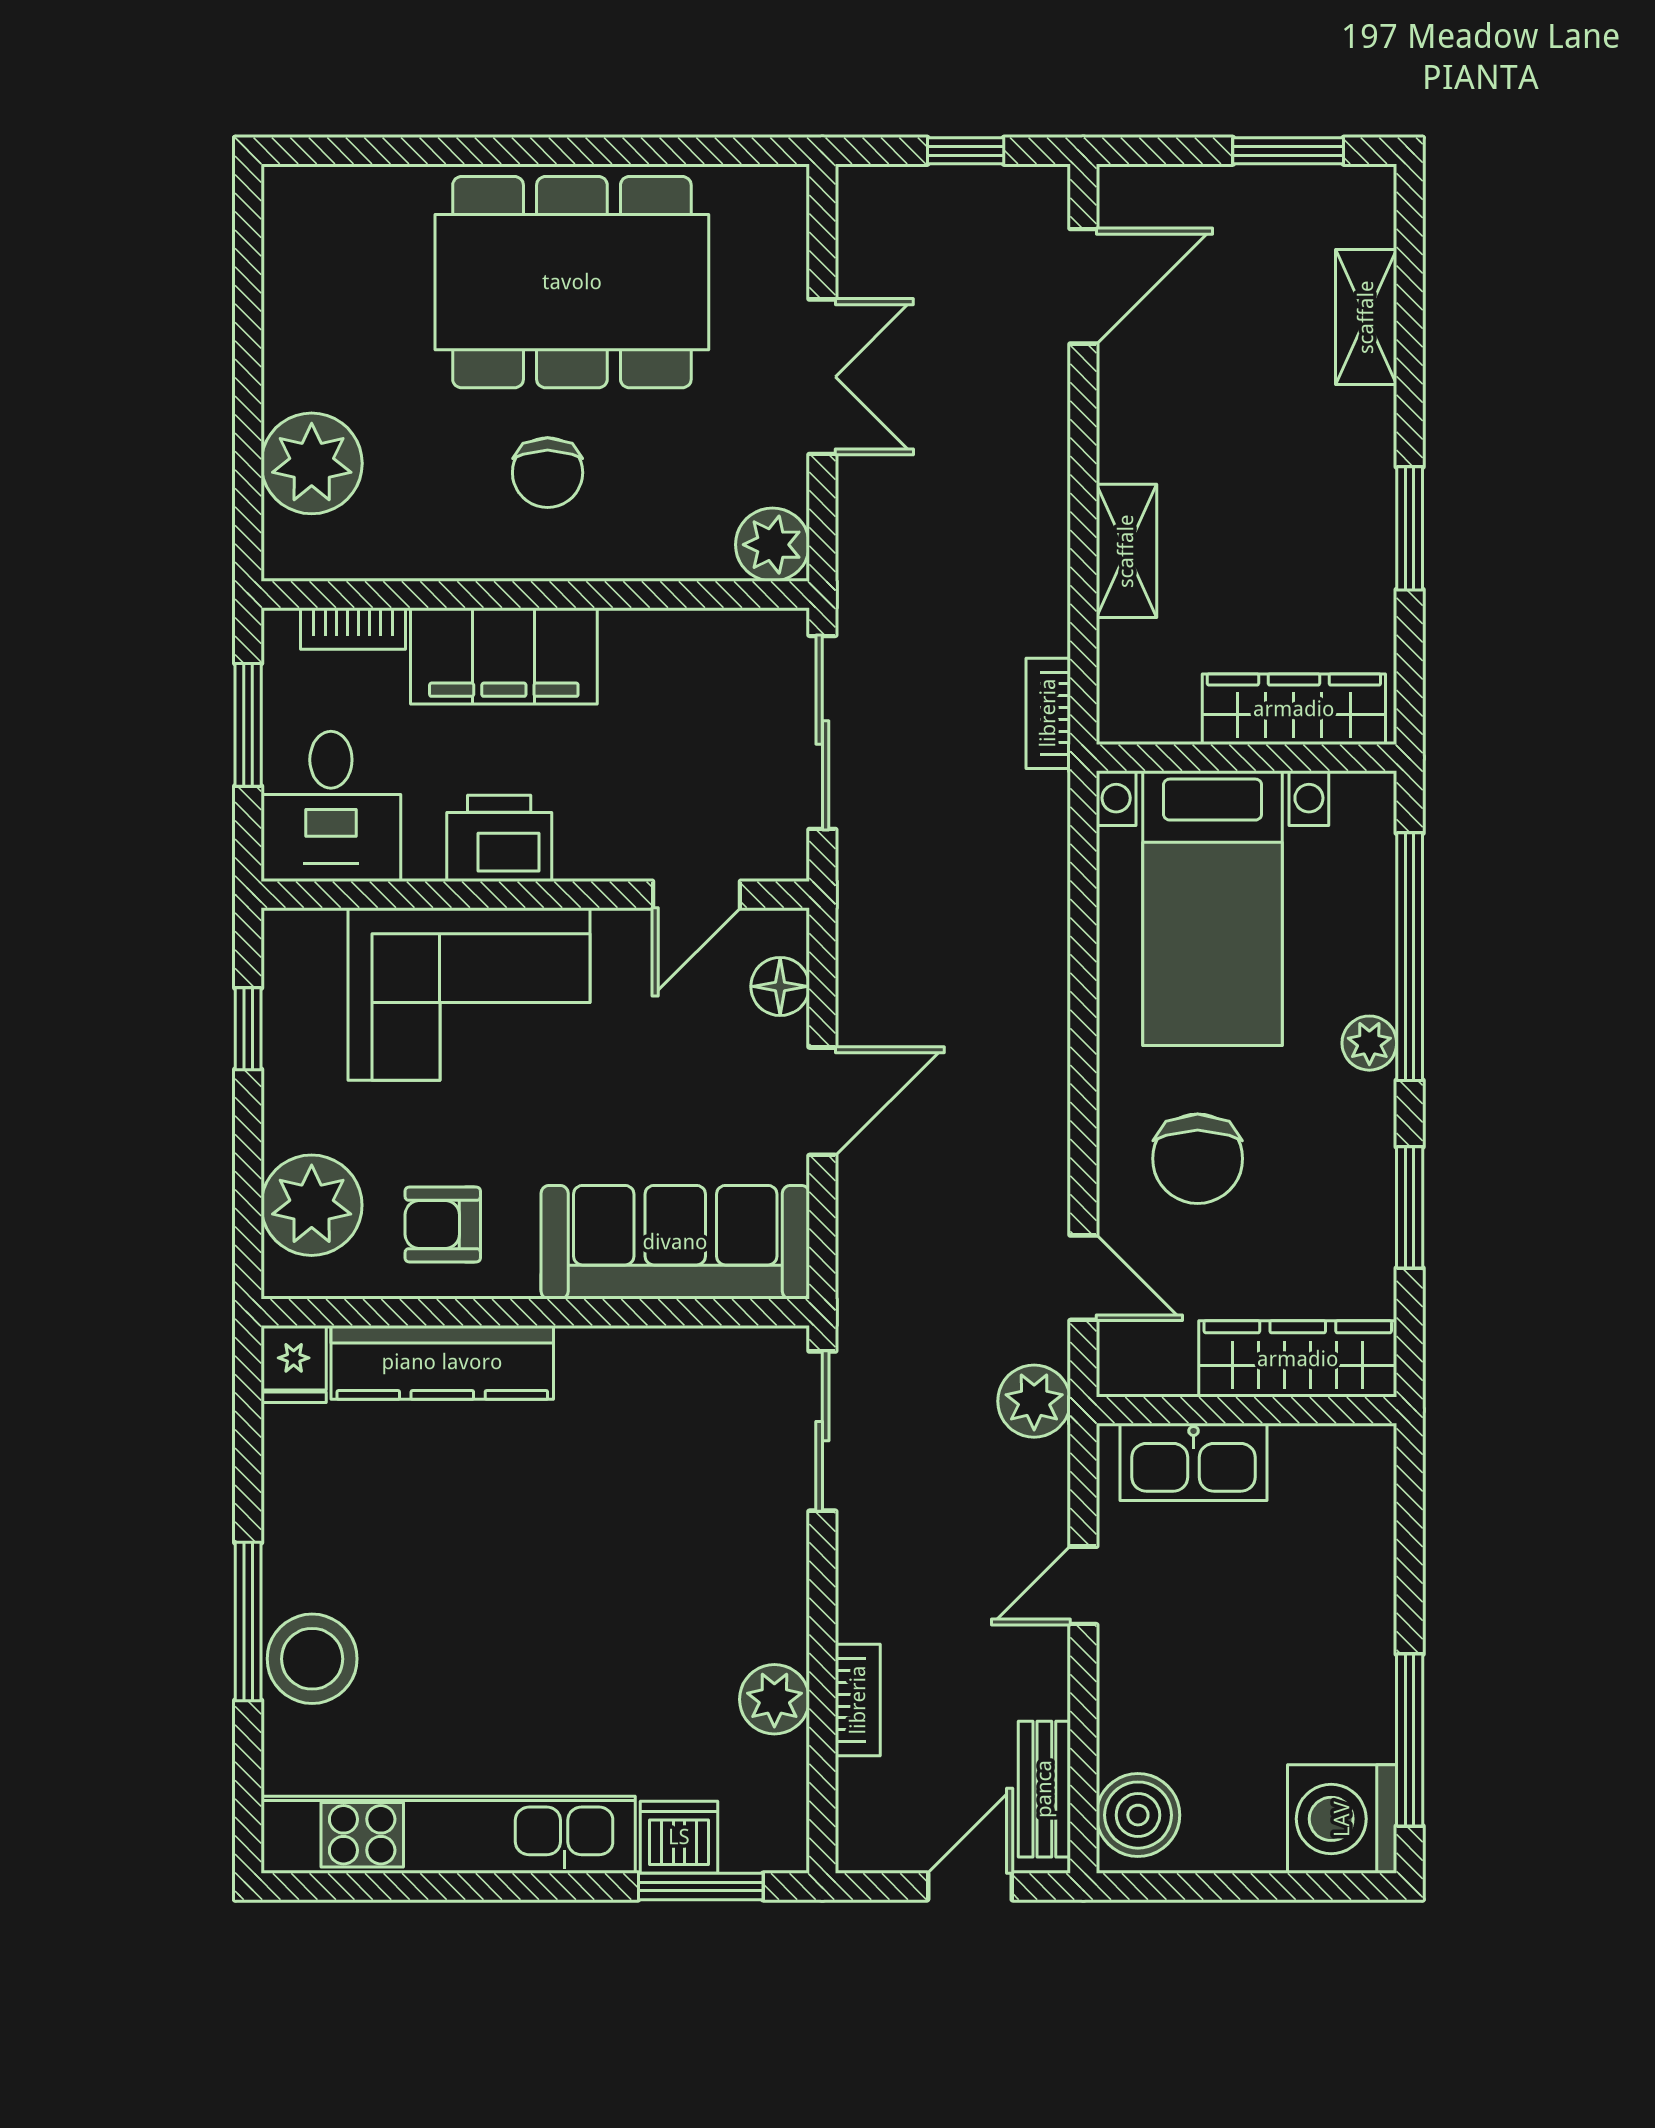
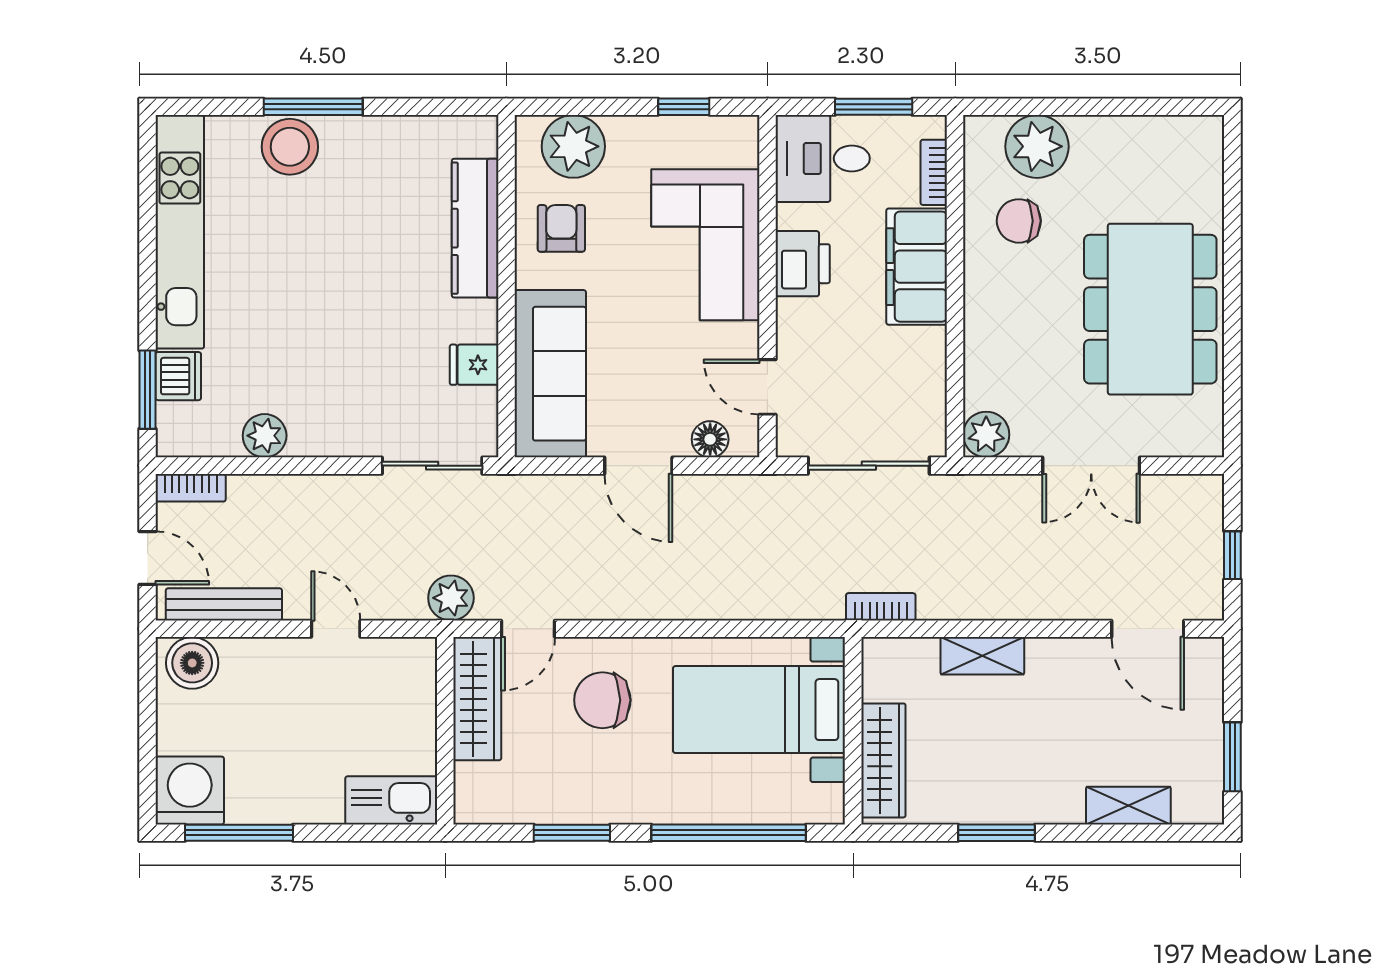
chair: (548, 473) -> (1019, 221), moved
plant: (1369, 1043) -> (675, 808), removed
wardrobe: (1298, 1359) -> (477, 699), moved
fridge: (294, 1364) -> (474, 365), moved
kitchen sink: (1194, 1462) -> (391, 800), moved, turned 90
bookcase: (858, 1700) -> (191, 488), moved
bench: (1044, 1789) -> (224, 604), width x1.36

